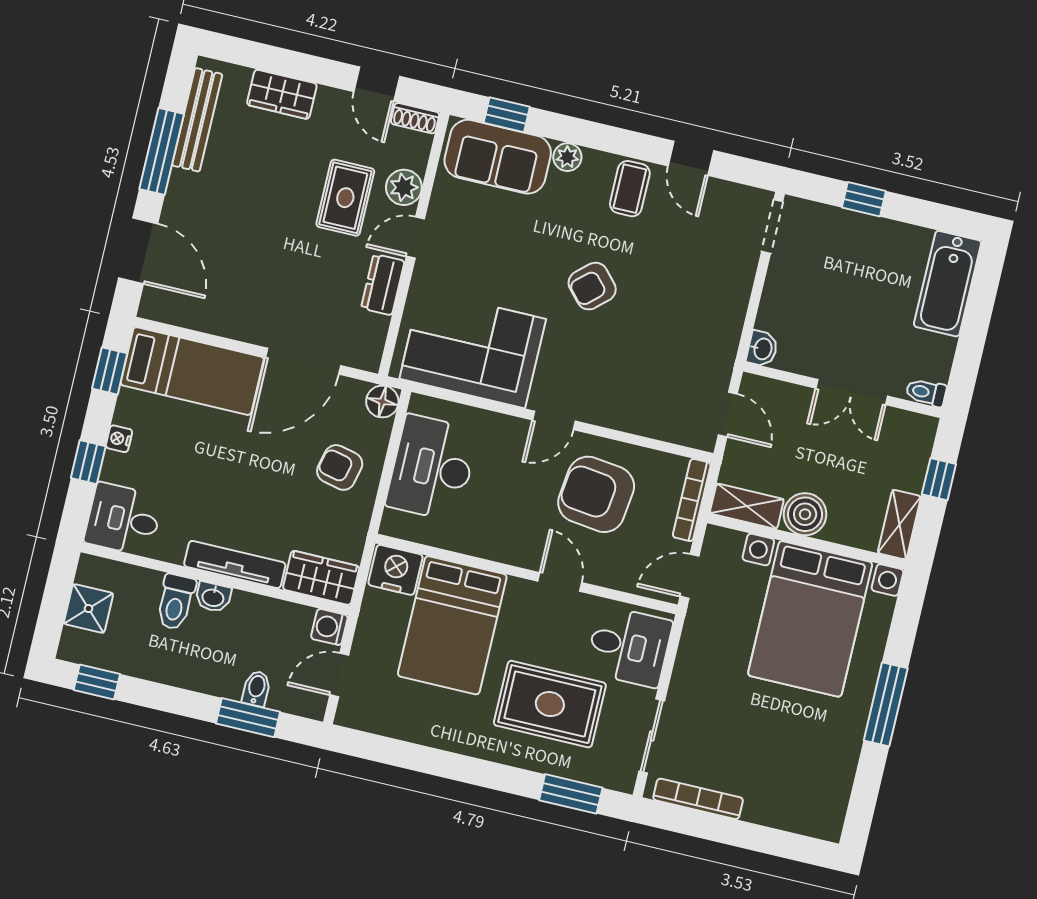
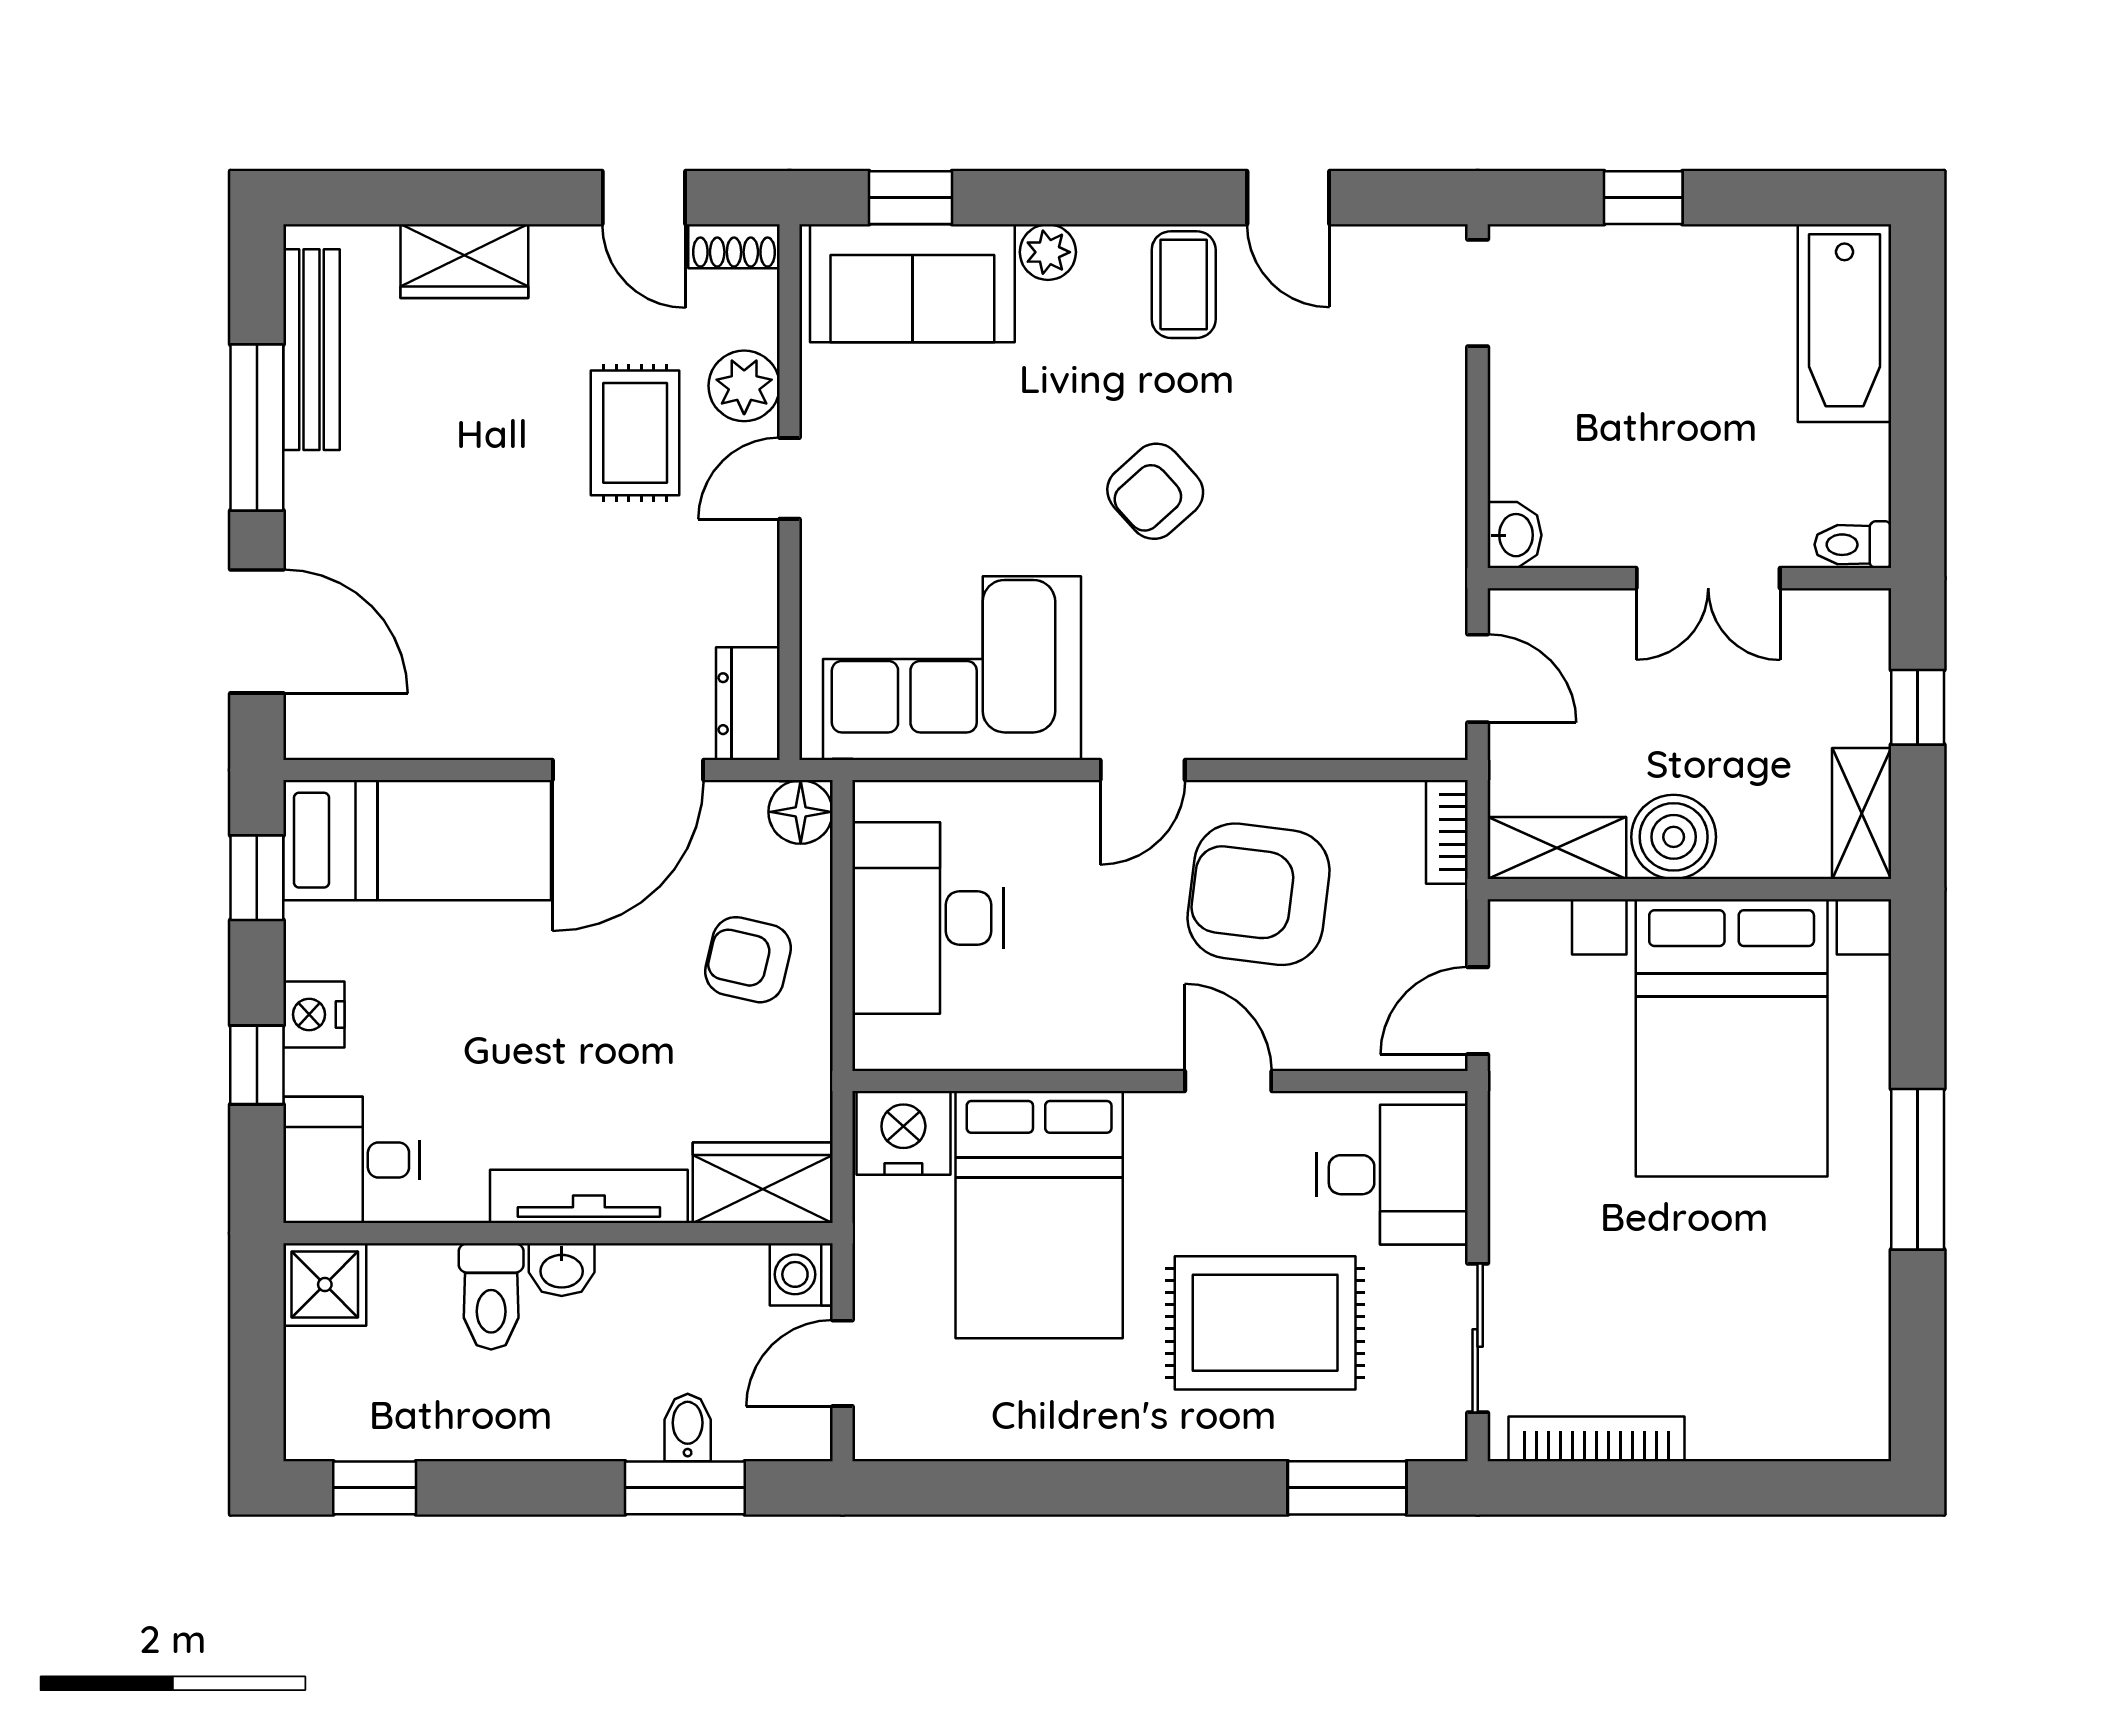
dresser: (383, 285) -> (748, 704), moved
nightstand: (119, 439) -> (314, 1015), width x1.39, depth x1.35
bookcase: (692, 500) -> (1447, 832), width x0.64
shower: (89, 609) -> (325, 1285), moved

